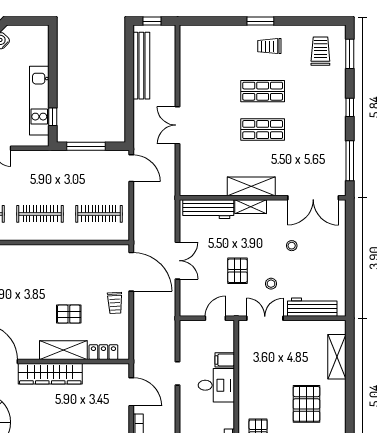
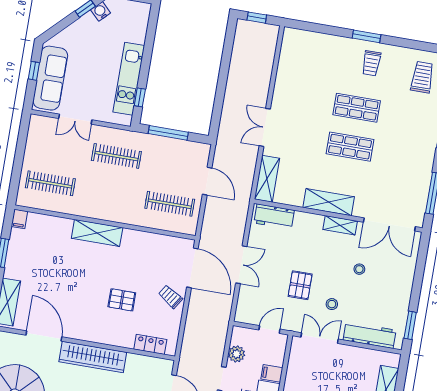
trolley: (269, 46) -> (371, 63), turned -90
bench: (141, 66) -> (238, 61), removed
door: (131, 168) -> (207, 181), moved
shelving: (188, 174) -> (267, 179), added
shelving: (251, 207) -> (340, 225), moved
workbench: (208, 209) -> (274, 217), width x0.73
clothes rail: (40, 214) -> (116, 156), moved
window: (350, 291) -> (410, 325), added
trolley: (115, 303) -> (170, 297), turned 126
plant: (188, 347) -> (236, 354), added
shelving: (63, 350) -> (97, 233), moved

